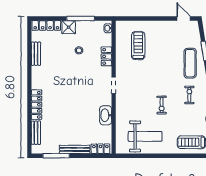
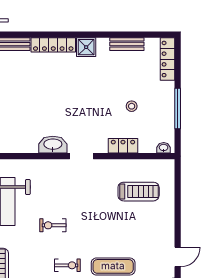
shower: (69, 27) -> (86, 47), moved
washbasin: (106, 115) -> (53, 145), moved

